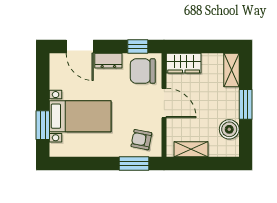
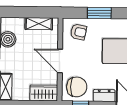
window: (134, 164) -> (99, 13), moved

